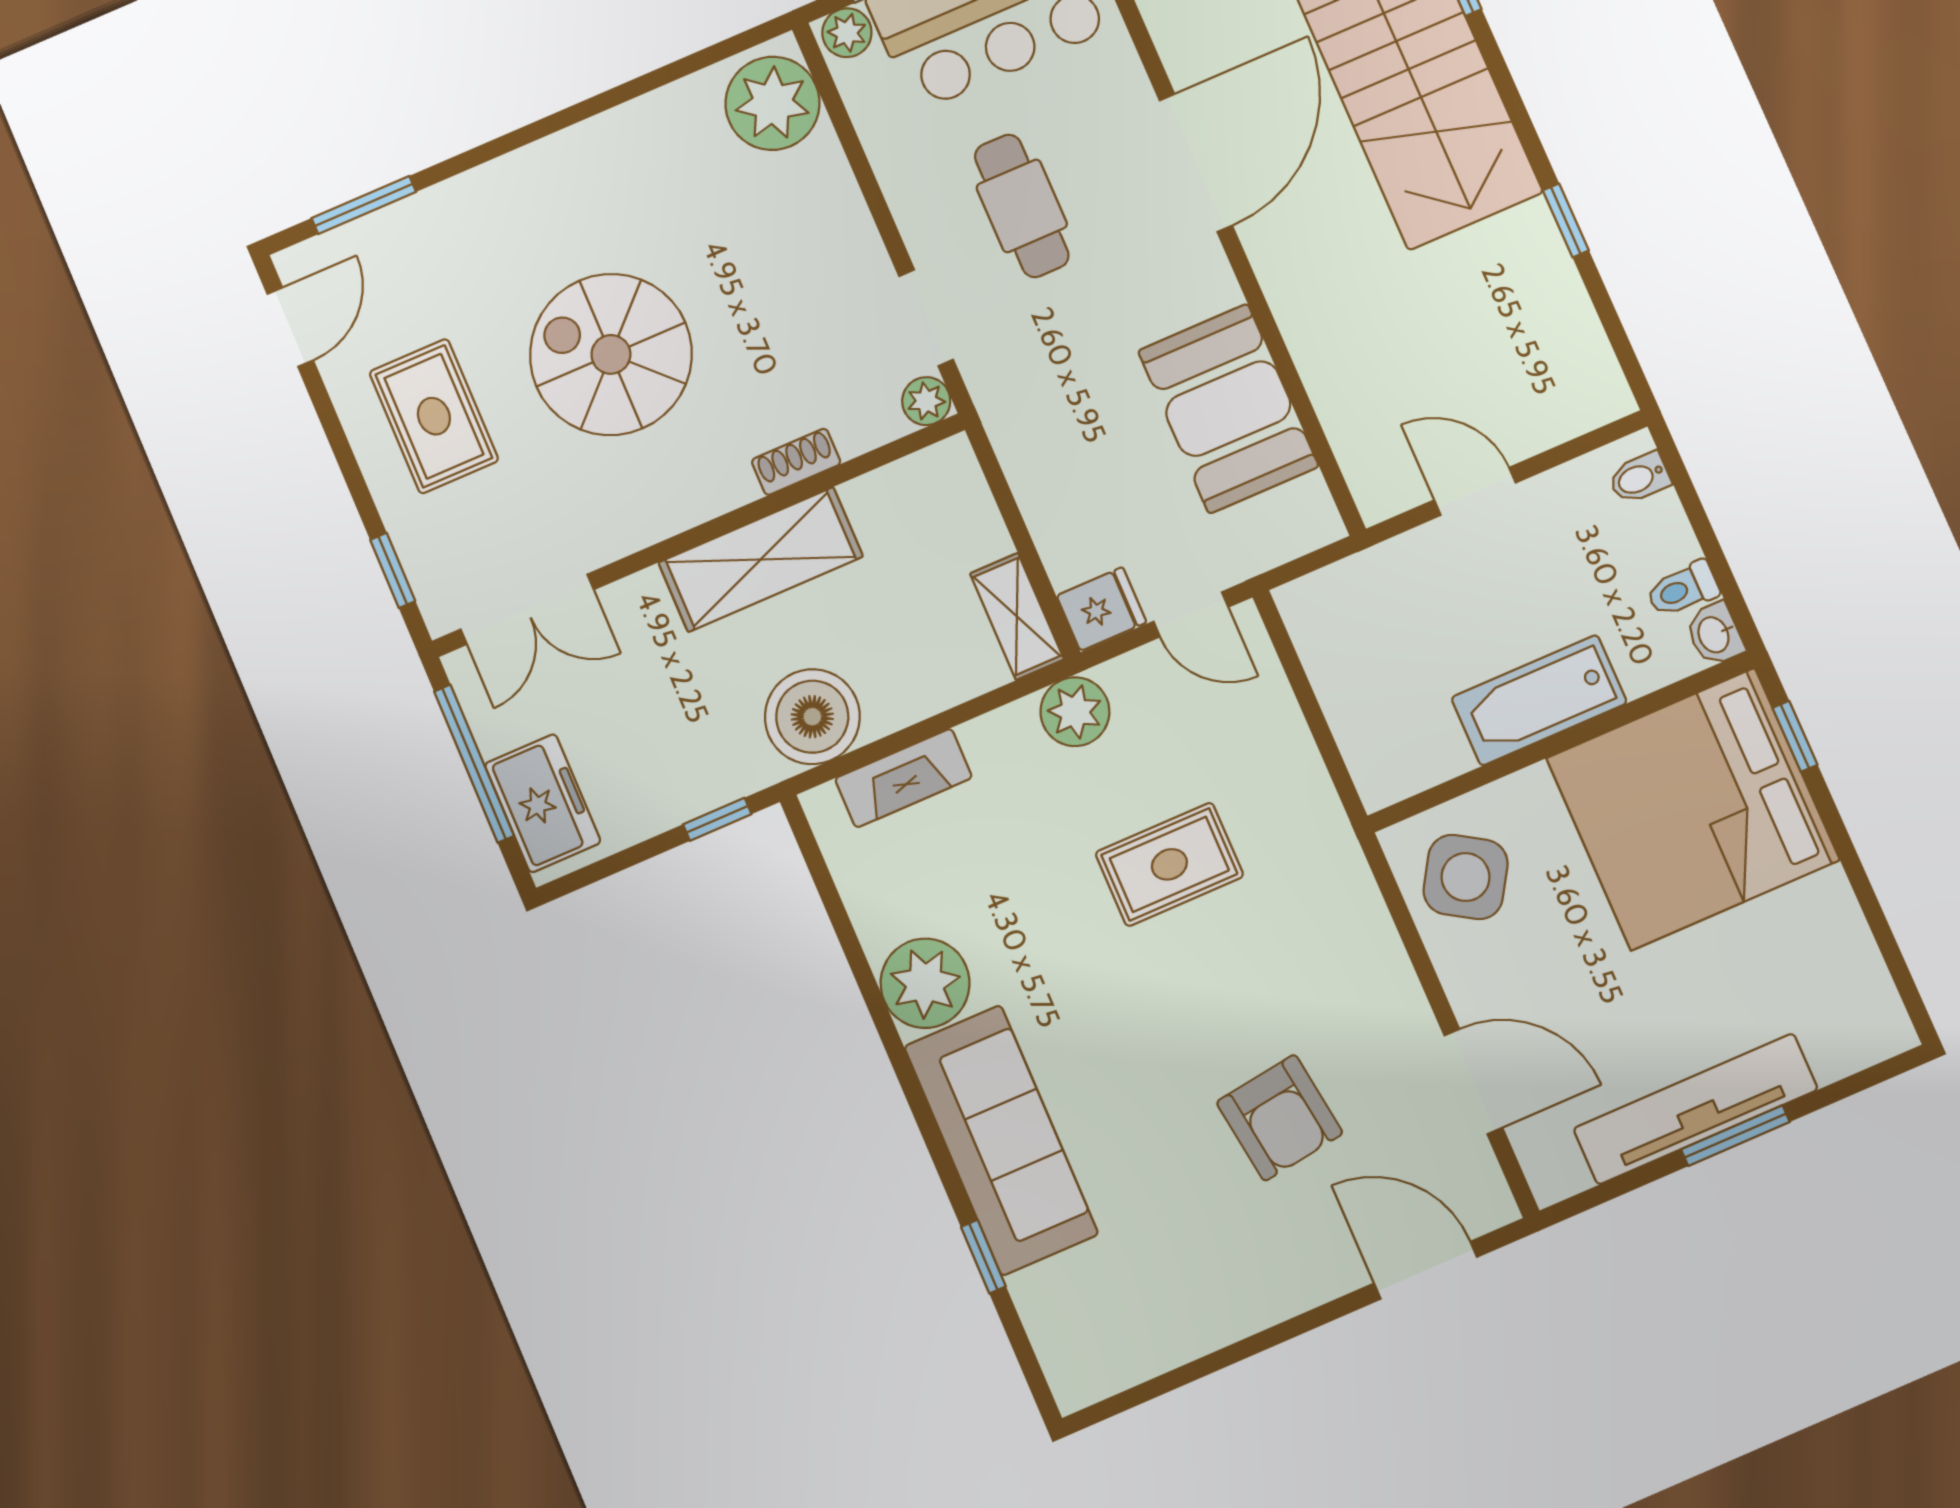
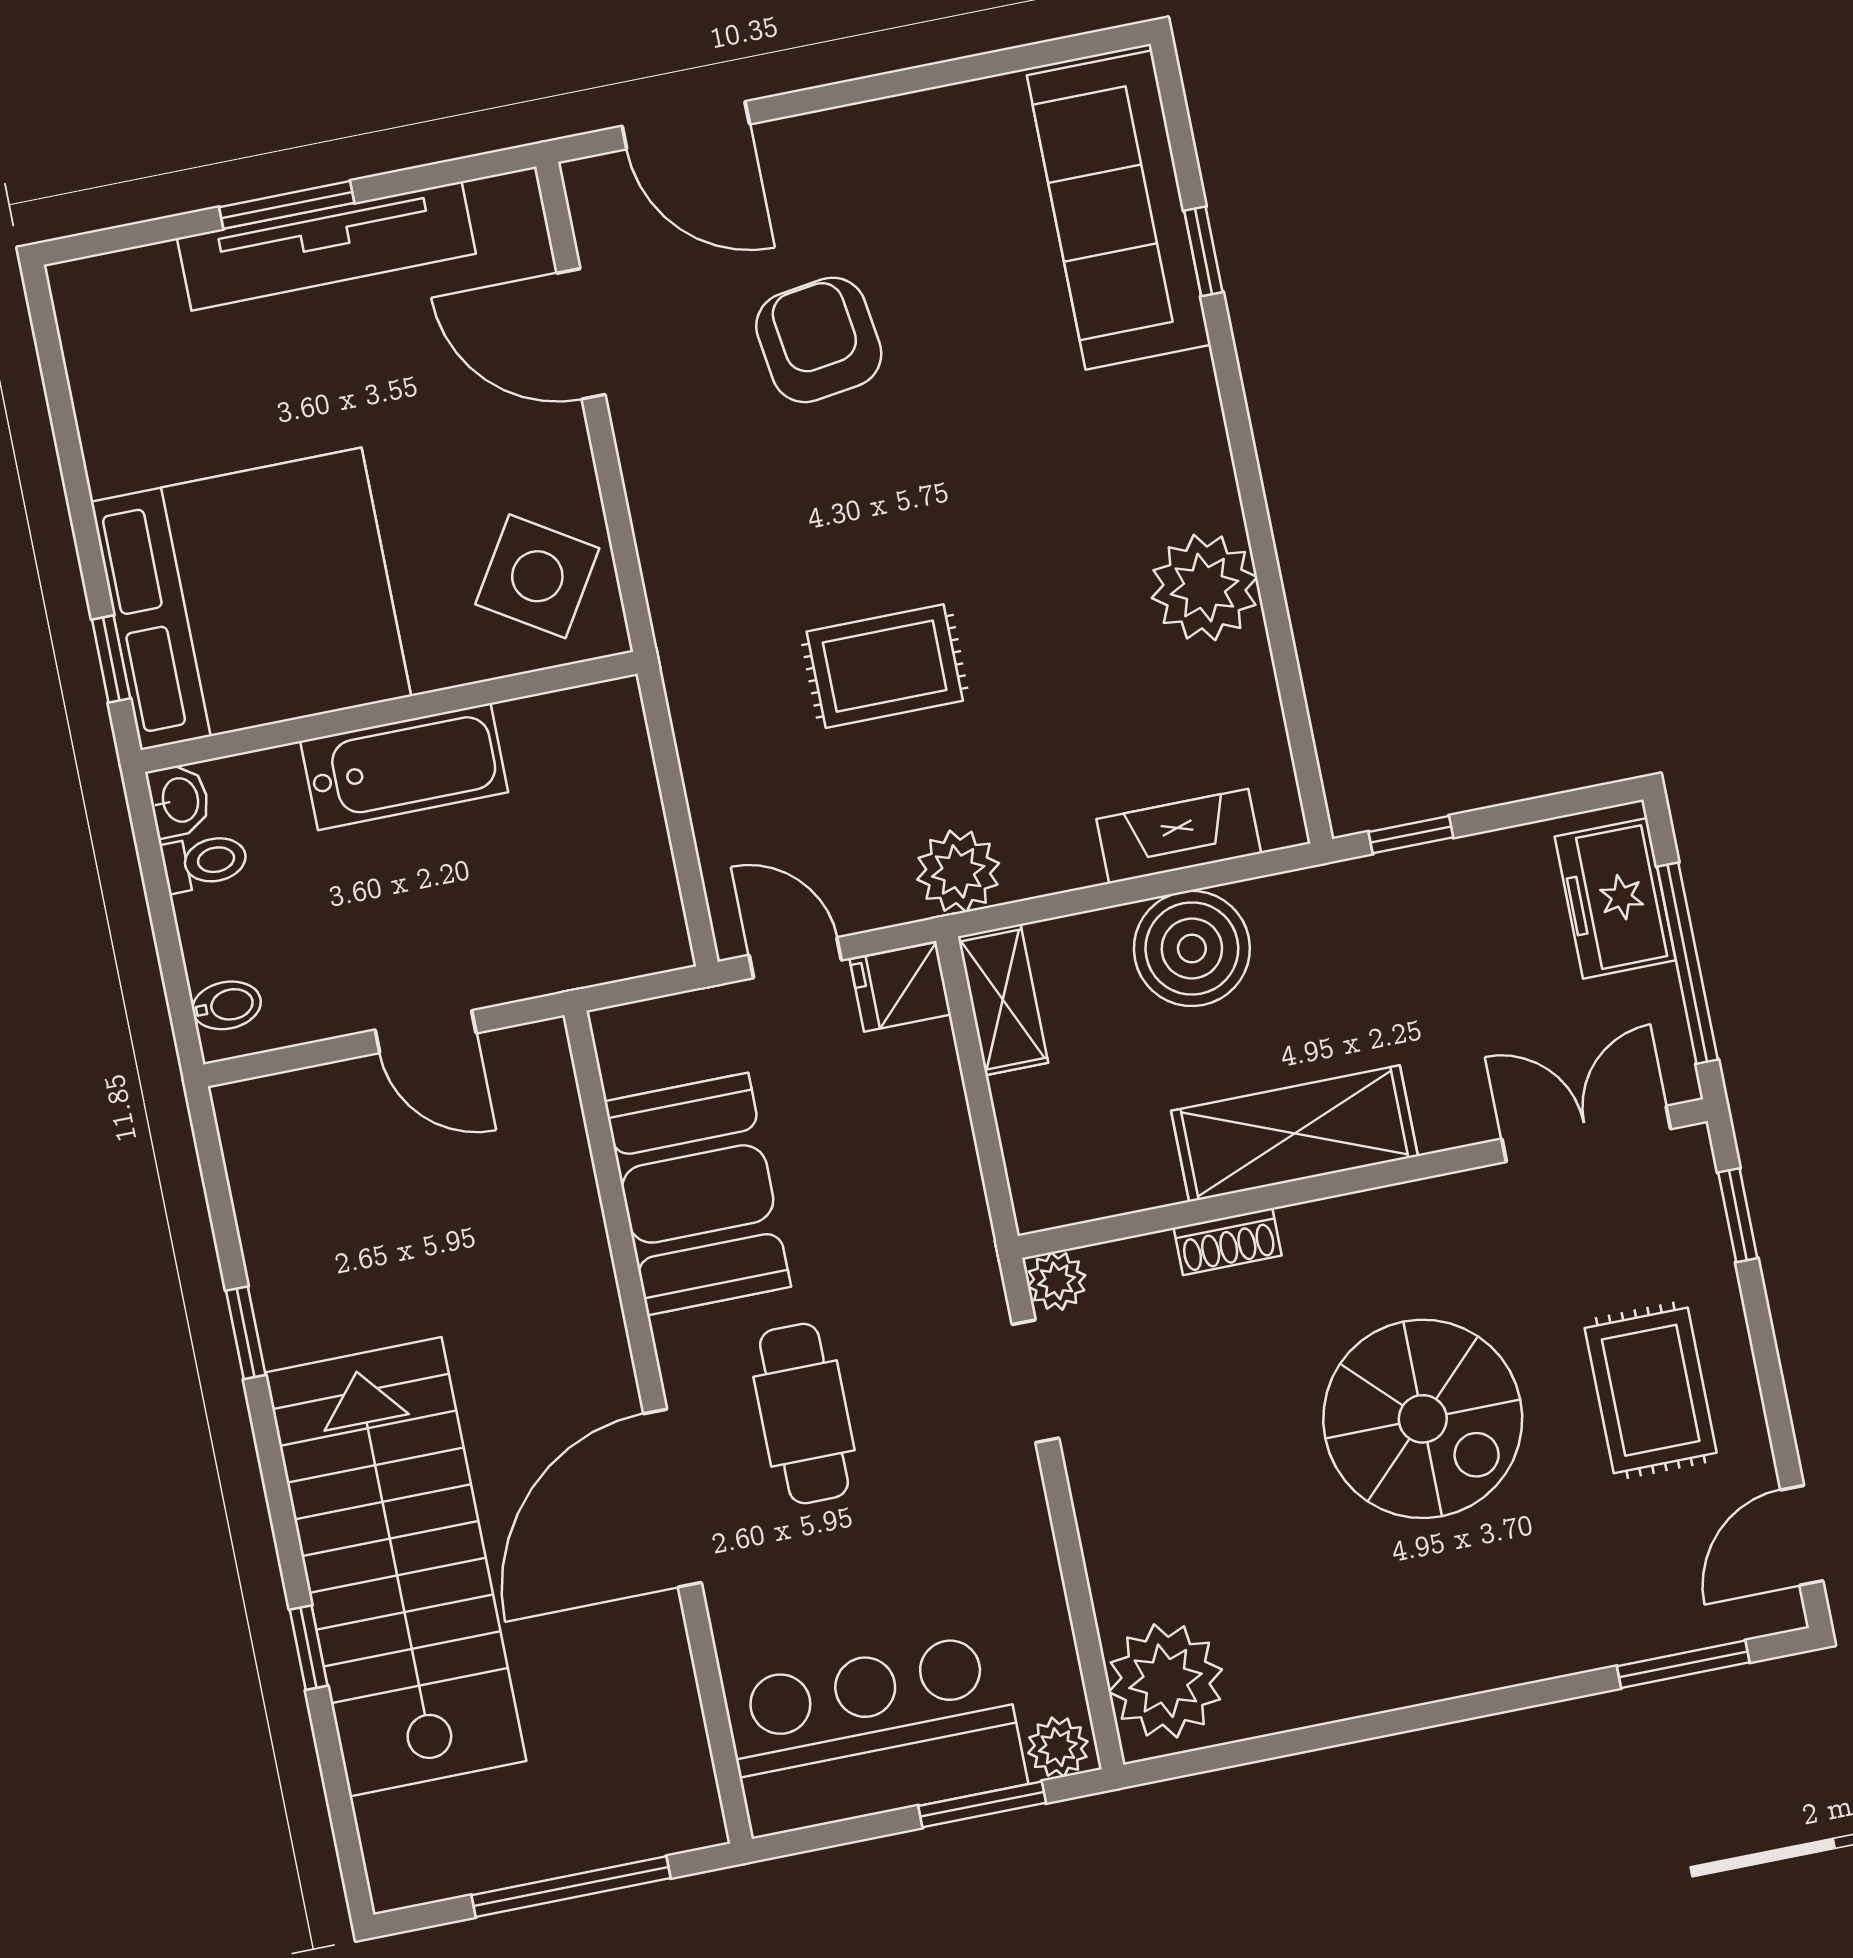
cafe table: (1022, 206) -> (804, 1414), moved
boiler: (812, 717) -> (1192, 948), moved
sofa: (1001, 1140) -> (1119, 210), moved

